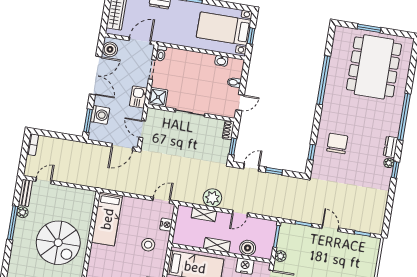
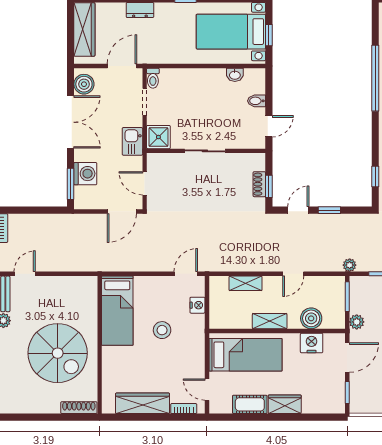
shoe rack: (228, 130) -> (259, 184), moved
plant: (212, 198) -> (350, 265), moved, width x0.53, depth x0.53
stool: (148, 245) -> (162, 330), moved

